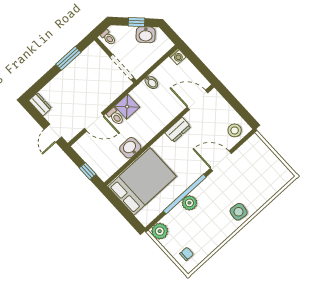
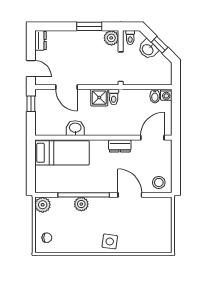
washbasin: (146, 35) -> (148, 49), moved
plant: (94, 51) -> (111, 38), added
bidet: (151, 82) -> (155, 96), moved
door: (197, 100) -> (152, 138), hinge flipped
toilet: (115, 117) -> (114, 97), moved
door: (53, 133) -> (31, 69), swing flipped
window: (88, 171) -> (31, 104), moved
bed: (142, 181) -> (62, 153), width x0.67

